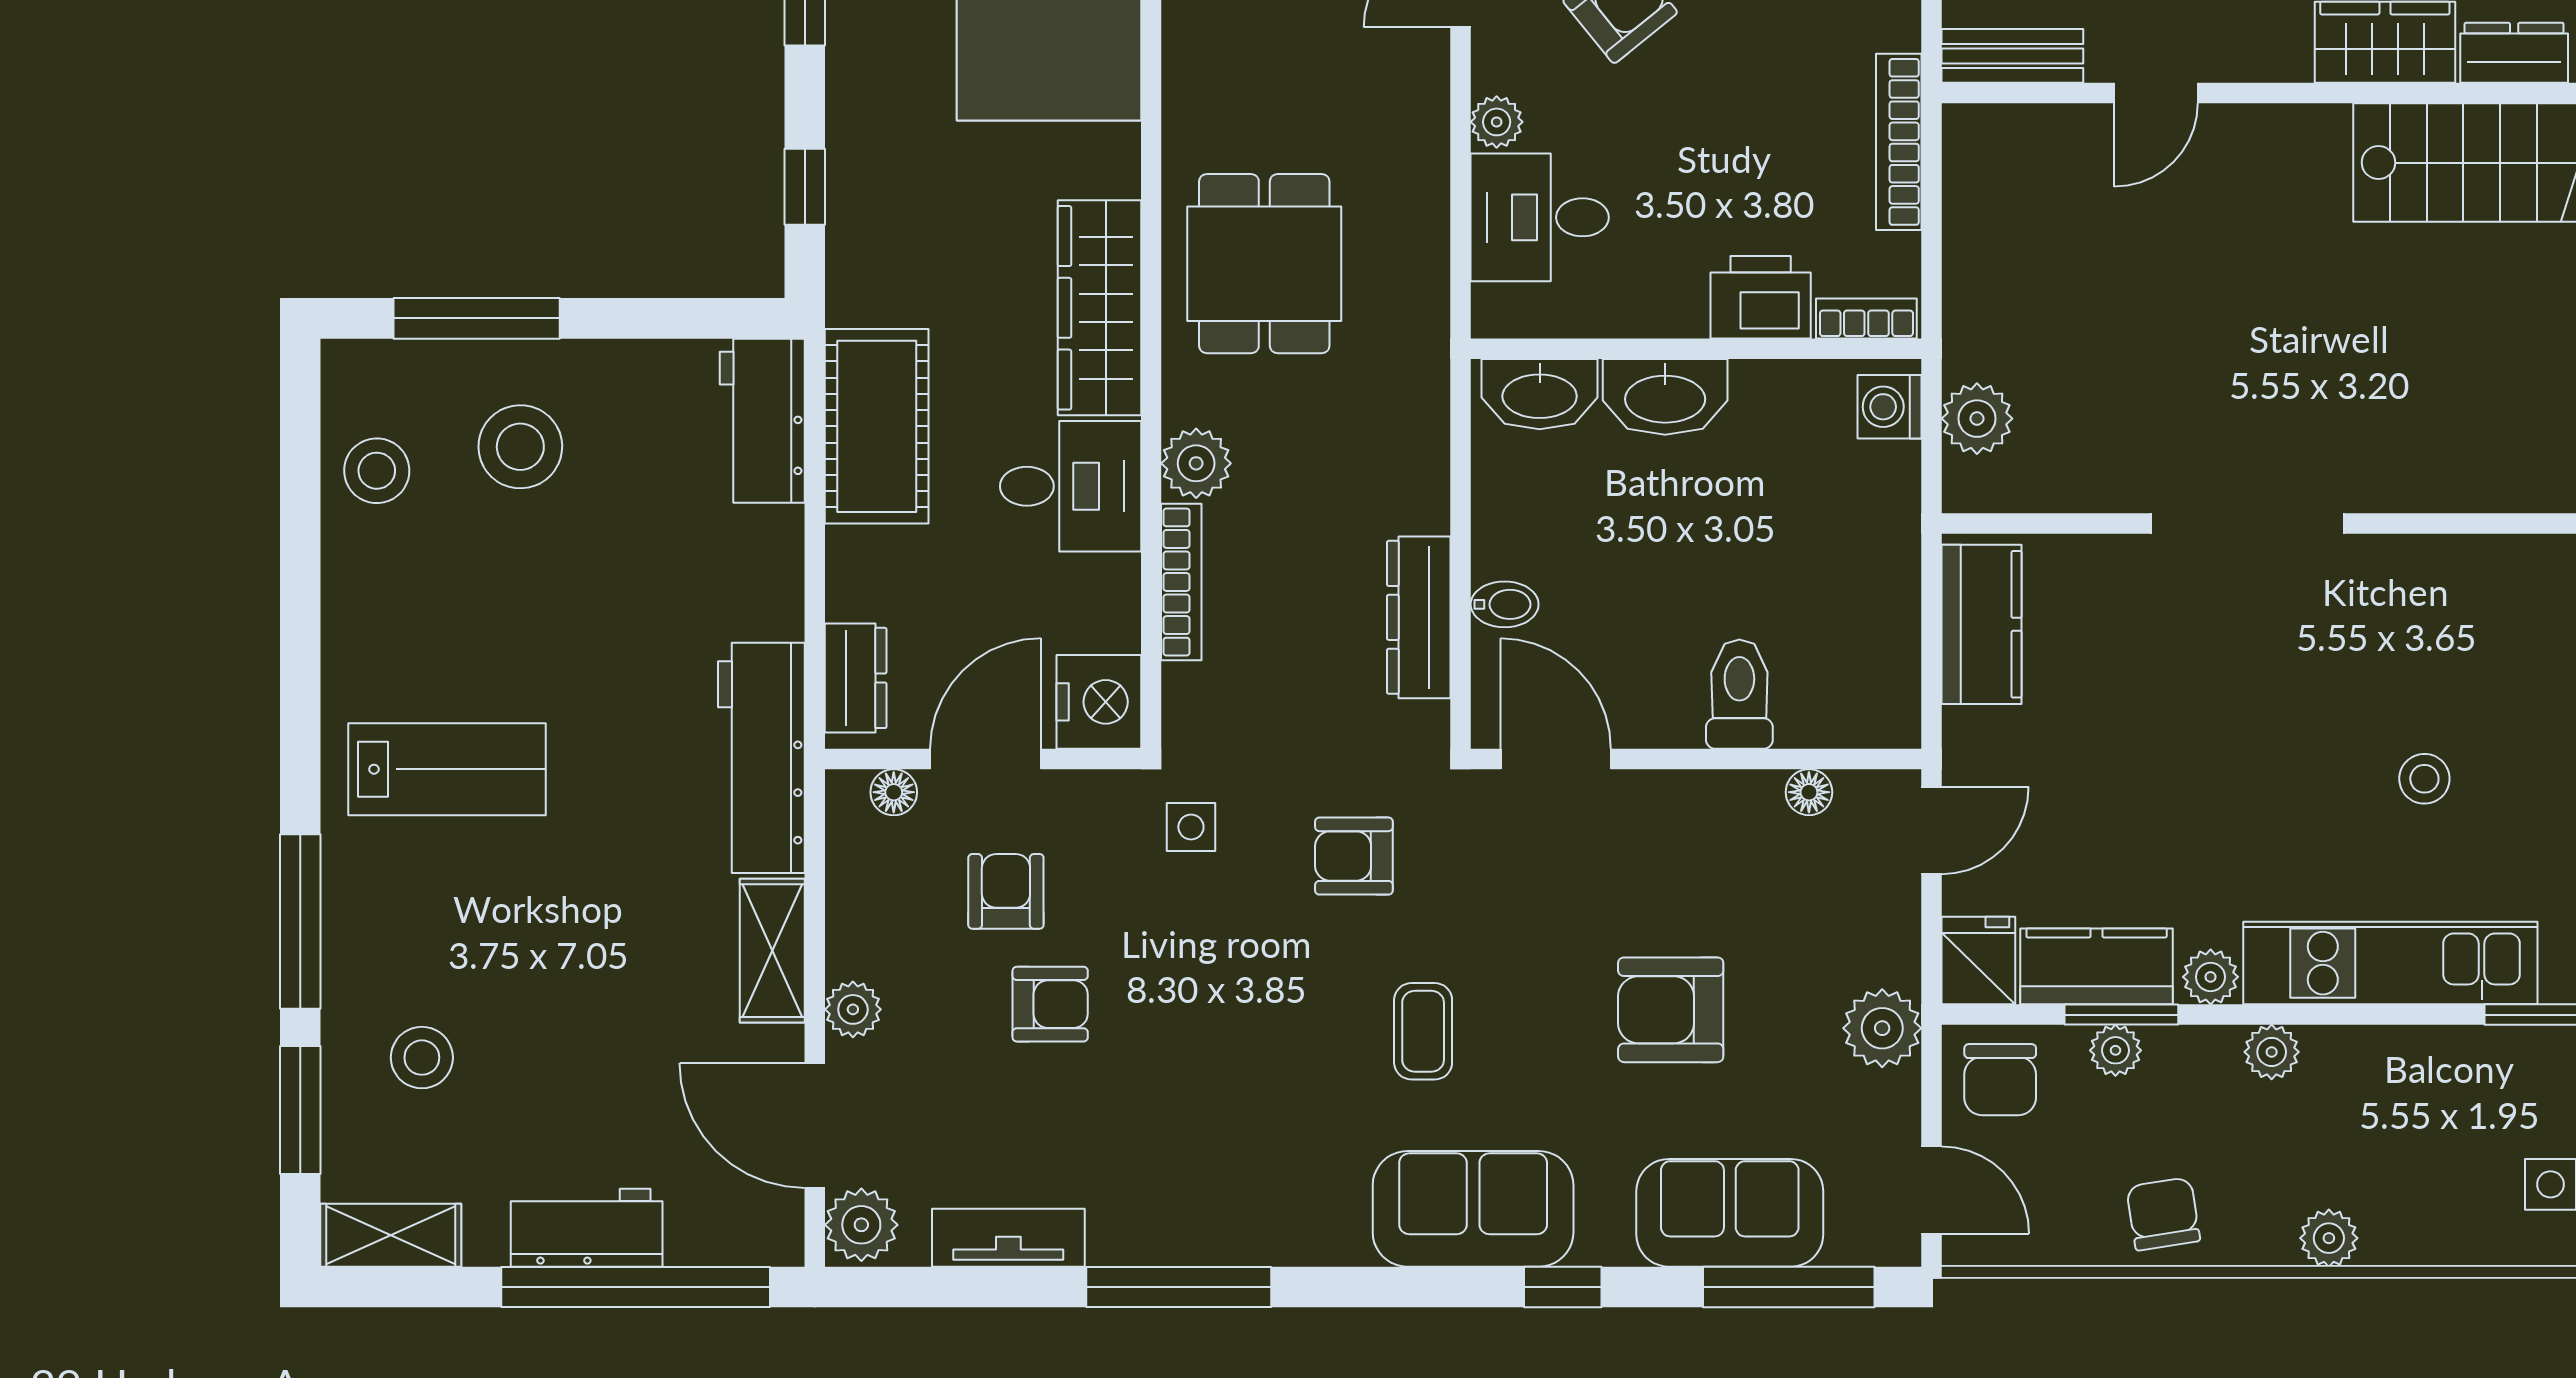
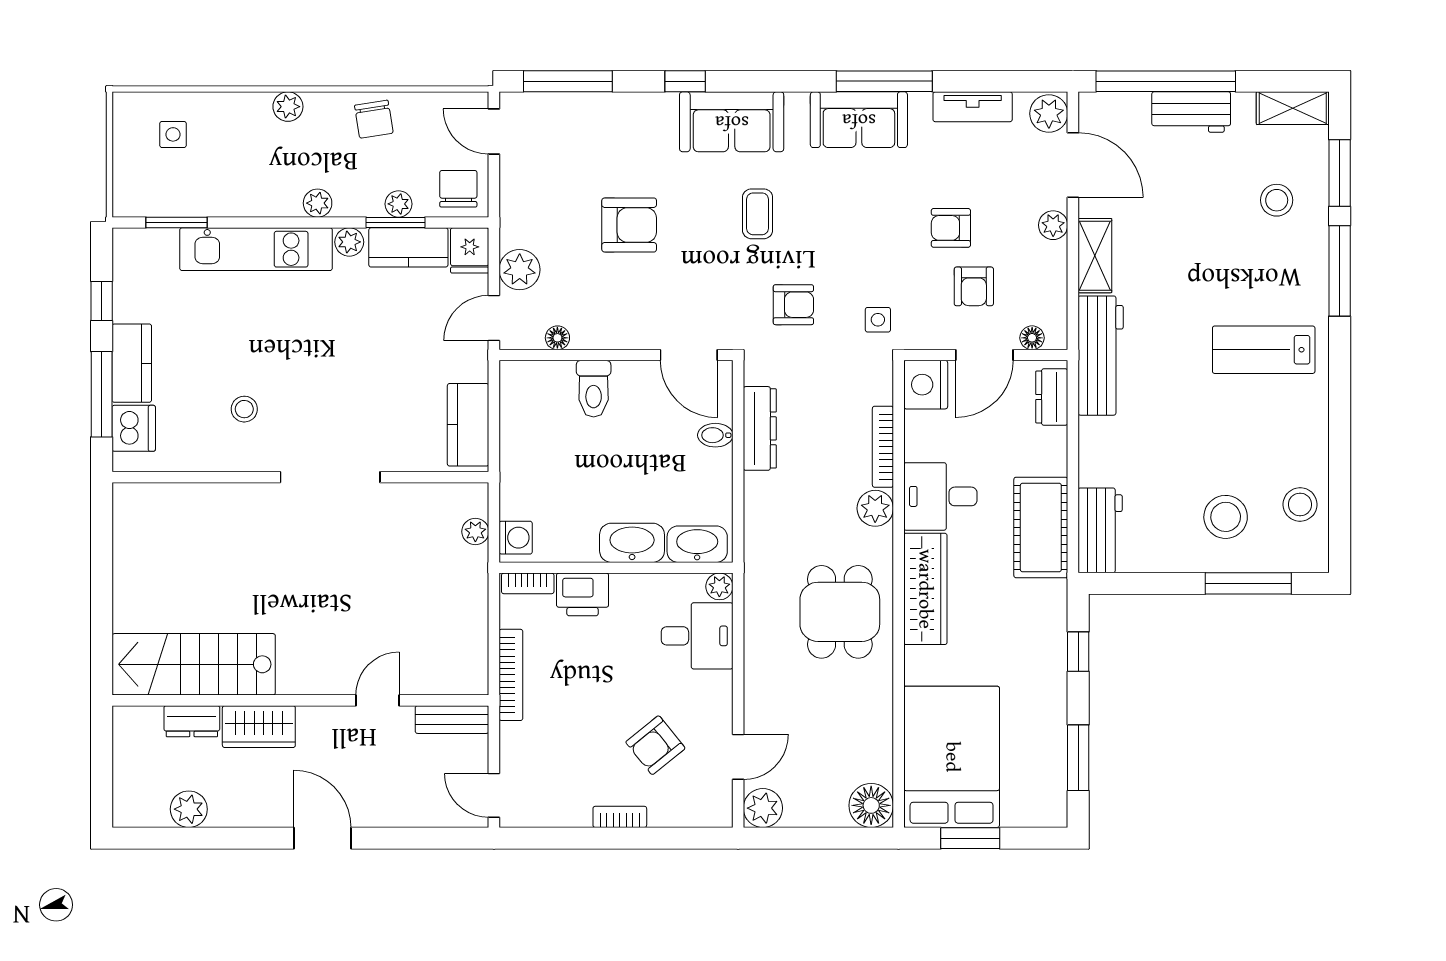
plant: (1497, 122) -> (719, 586), moved
plant: (1977, 419) -> (475, 532), width x0.73, depth x0.73
stool: (2424, 779) -> (244, 409), moved
plant: (1882, 1028) -> (520, 270), moved
sofa: (1730, 1213) -> (859, 120), moved

